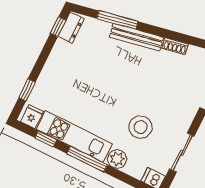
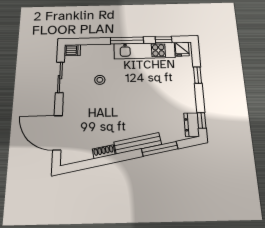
window: (27, 90) -> (198, 75), moved
stool: (141, 127) -> (100, 80), width x0.53, depth x0.53
plant: (117, 159) -> (105, 51), removed

